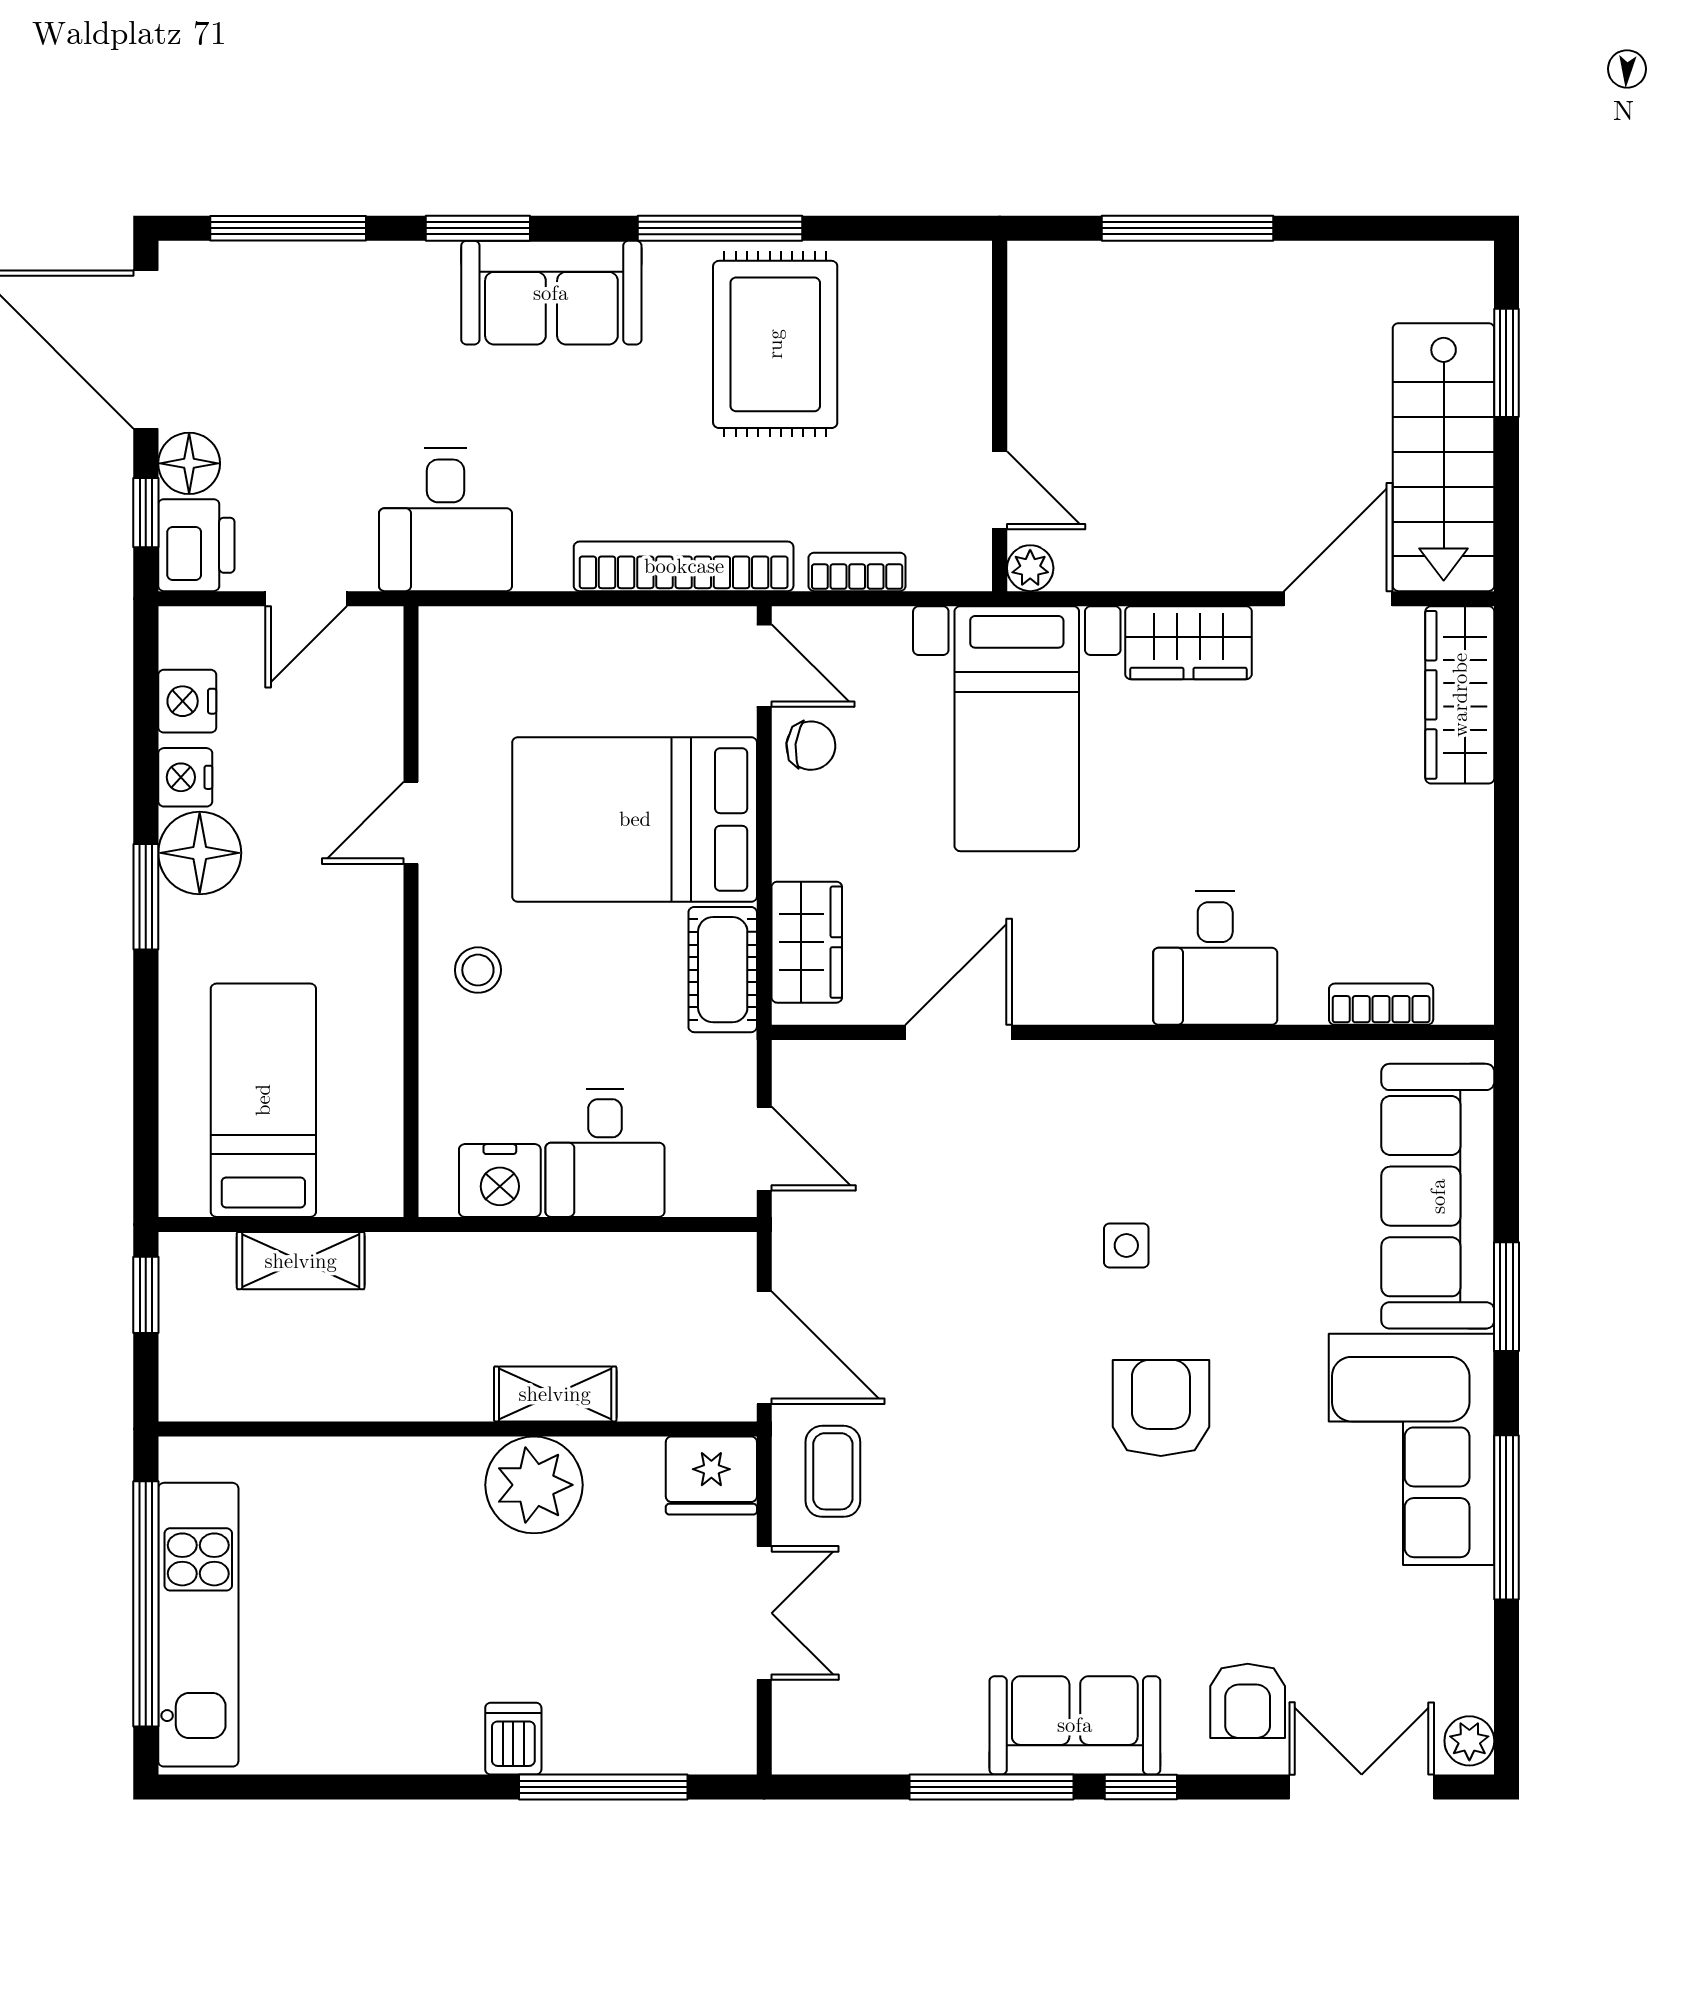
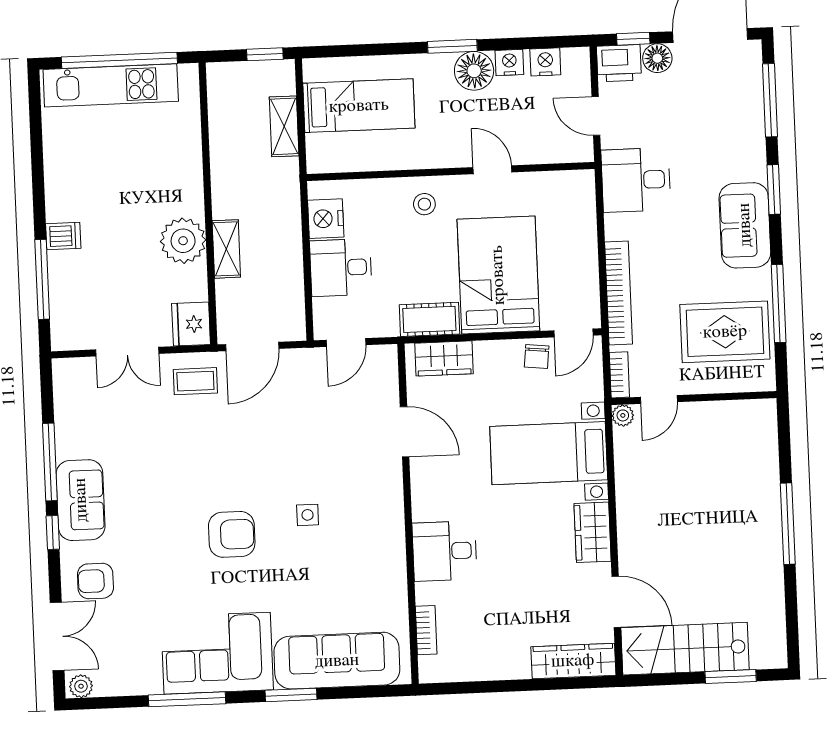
wall: (1000, 416) -> (694, 398), moved
door: (1000, 490) -> (659, 400), moved
plant: (1030, 568) -> (623, 415), moved

